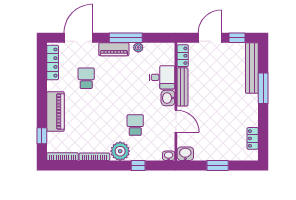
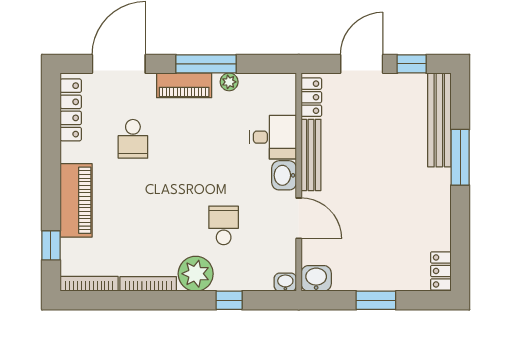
school desk: (86, 78) -> (133, 139), turned 180
locker: (253, 138) -> (441, 271), moved

